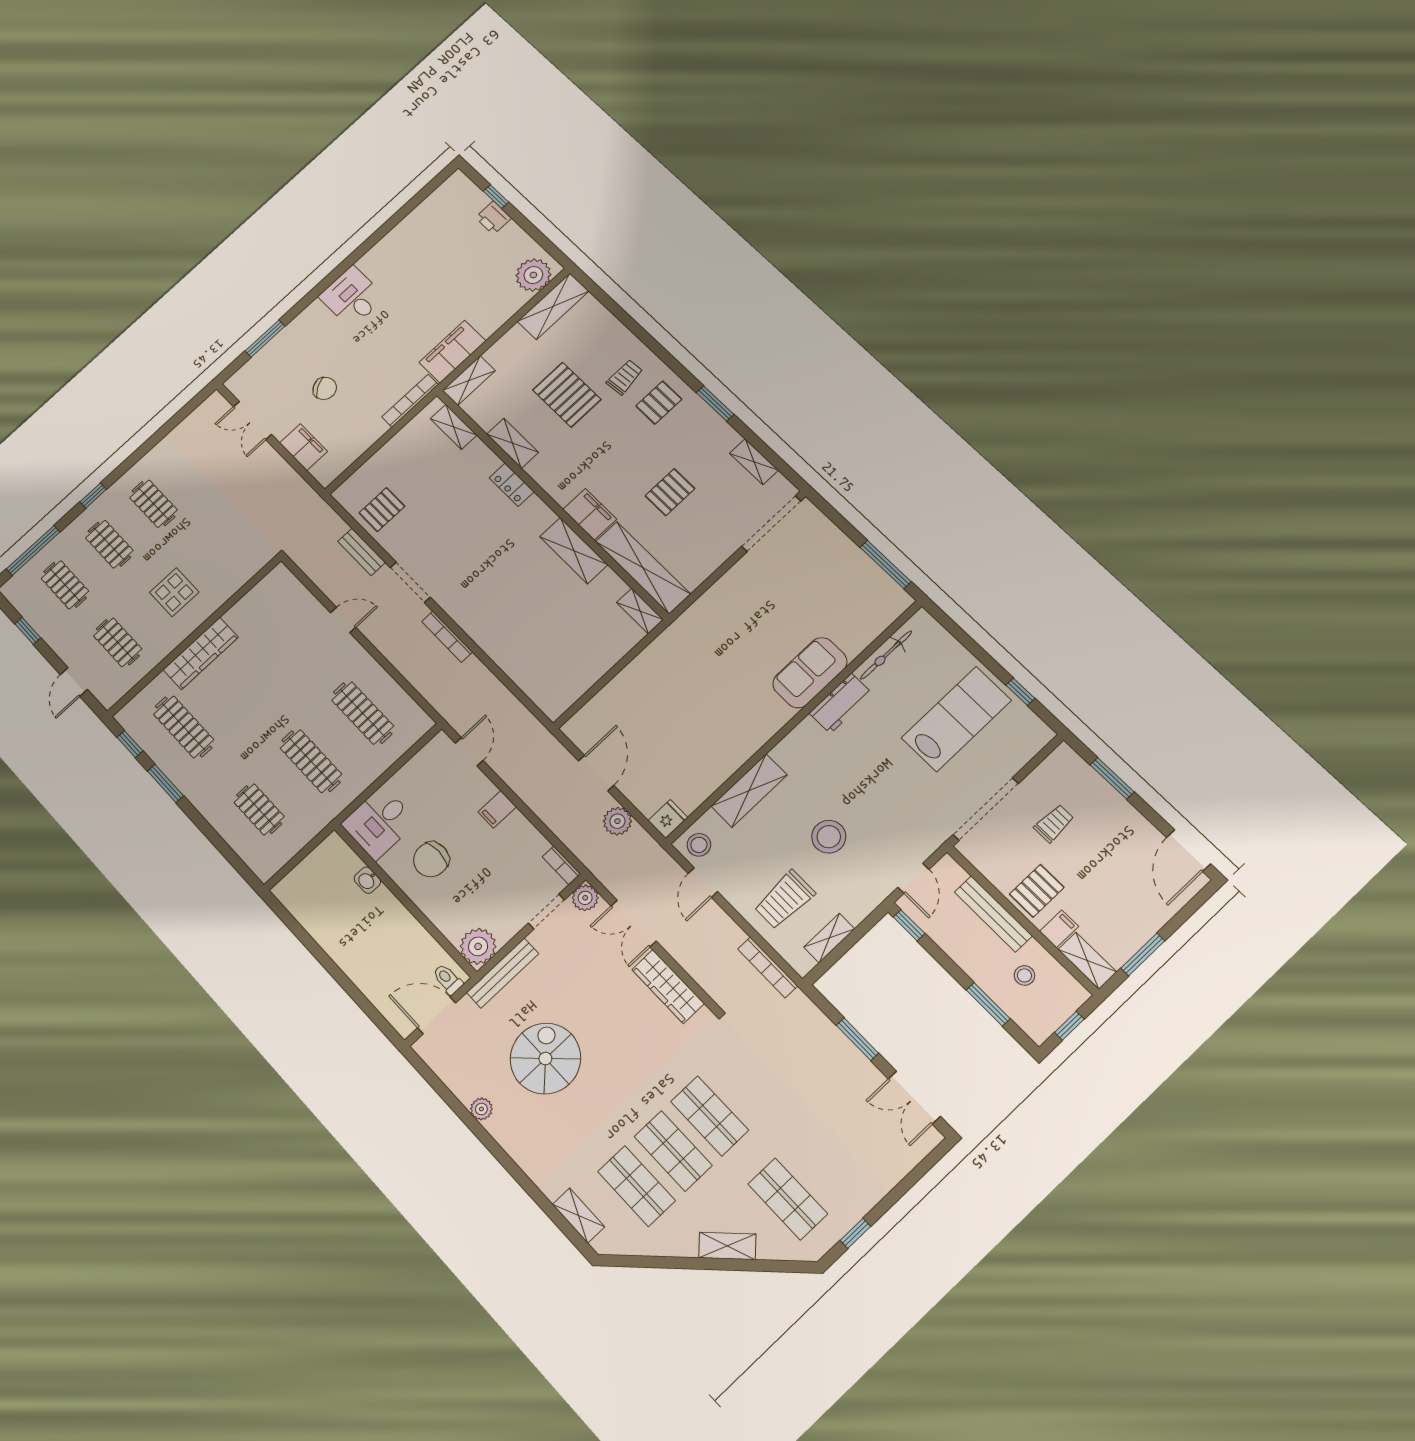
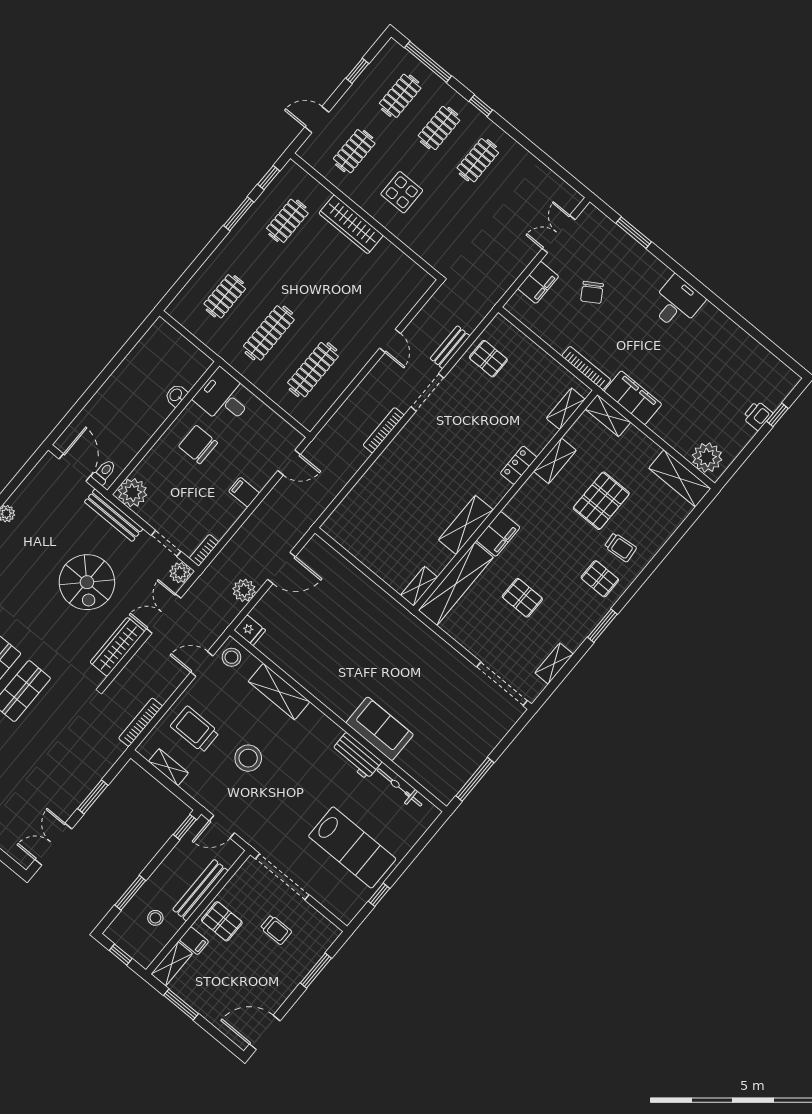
clothes rail: (184, 727) -> (287, 221), width x0.73
spiral stairs: (545, 1059) -> (87, 582), moved, turned 90

